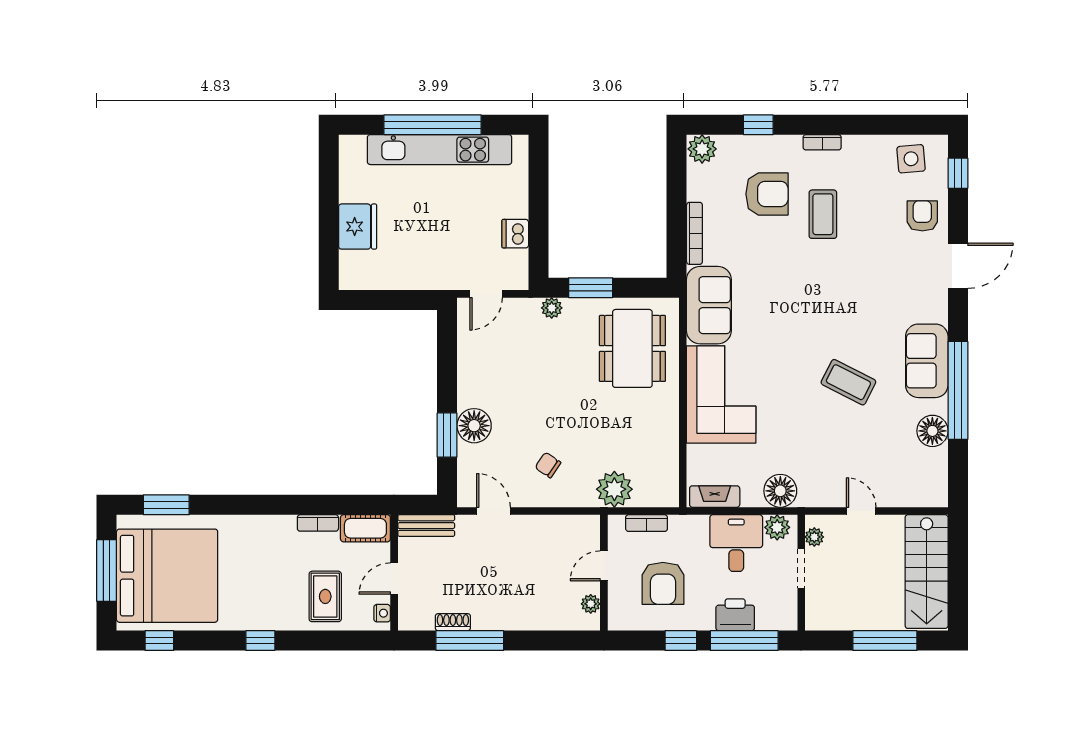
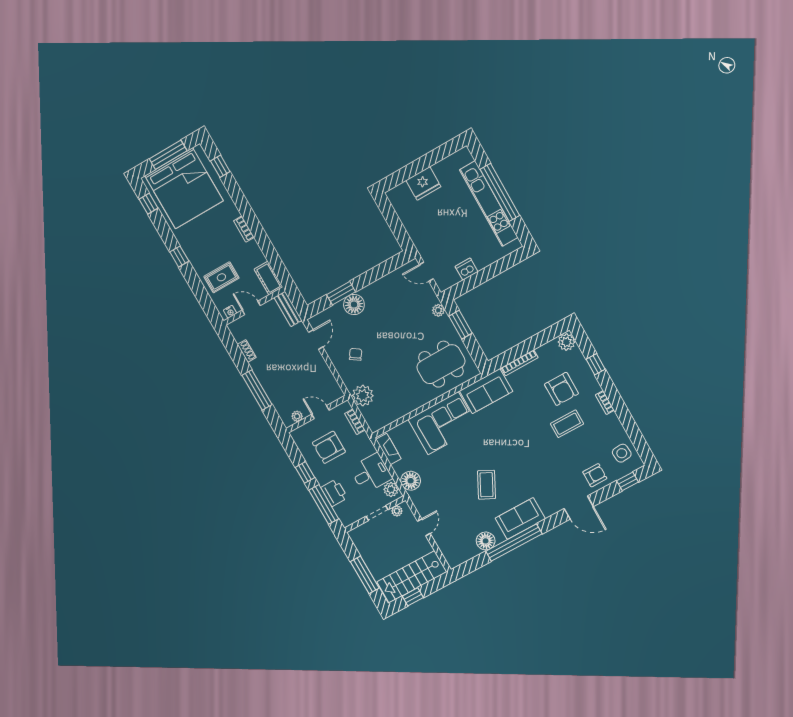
window: (166, 505) -> (220, 166), width x0.67
bookcase: (318, 523) -> (244, 229), moved
window: (958, 587) -> (413, 597), added
window: (470, 641) -> (257, 390), moved

